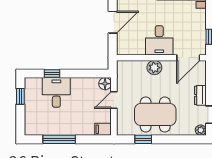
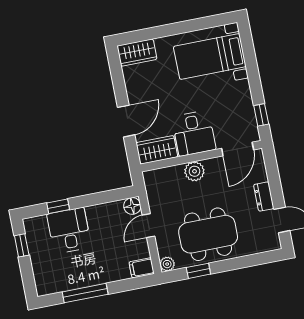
wardrobe: (130, 47) -> (157, 150), added
plant: (201, 130) -> (167, 264), moved

